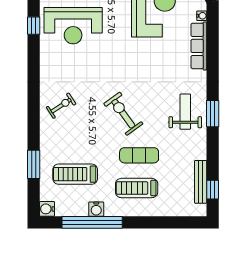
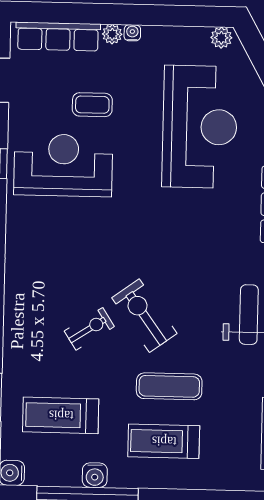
reception desk: (73, 26) -> (63, 165), turned 180
exercise bike: (61, 106) -> (89, 329), moved

